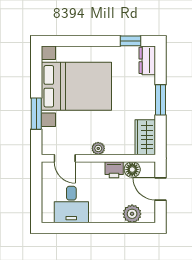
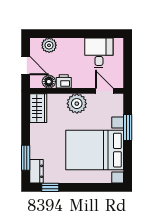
window: (161, 100) -> (26, 158), moved
plant: (98, 148) -> (77, 104), width x1.88, depth x1.88

